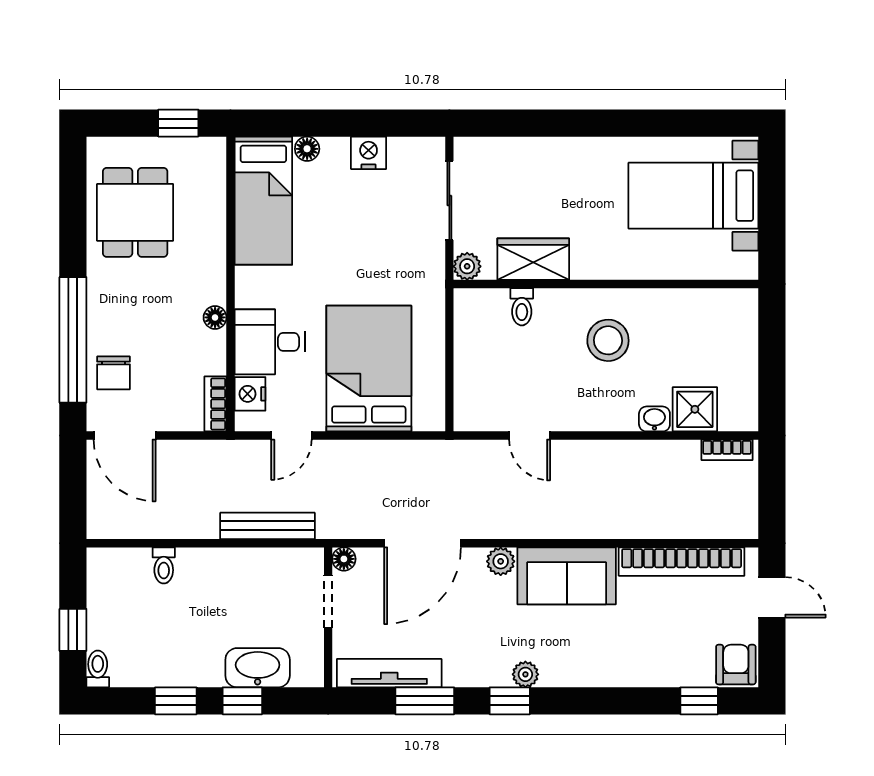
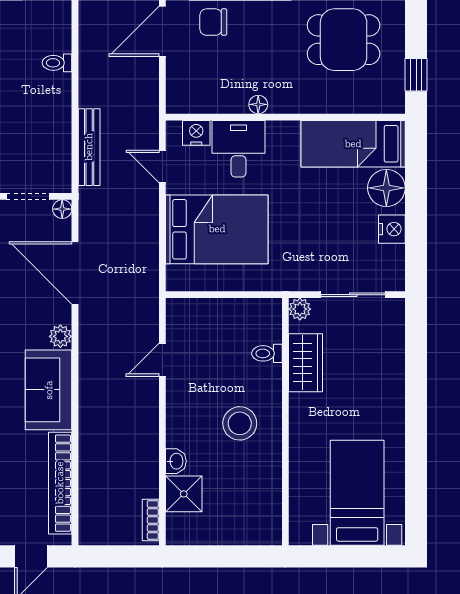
floor lamp: (307, 149) -> (386, 188), width x1.89, depth x1.89
bookcase: (215, 404) -> (188, 105), removed

